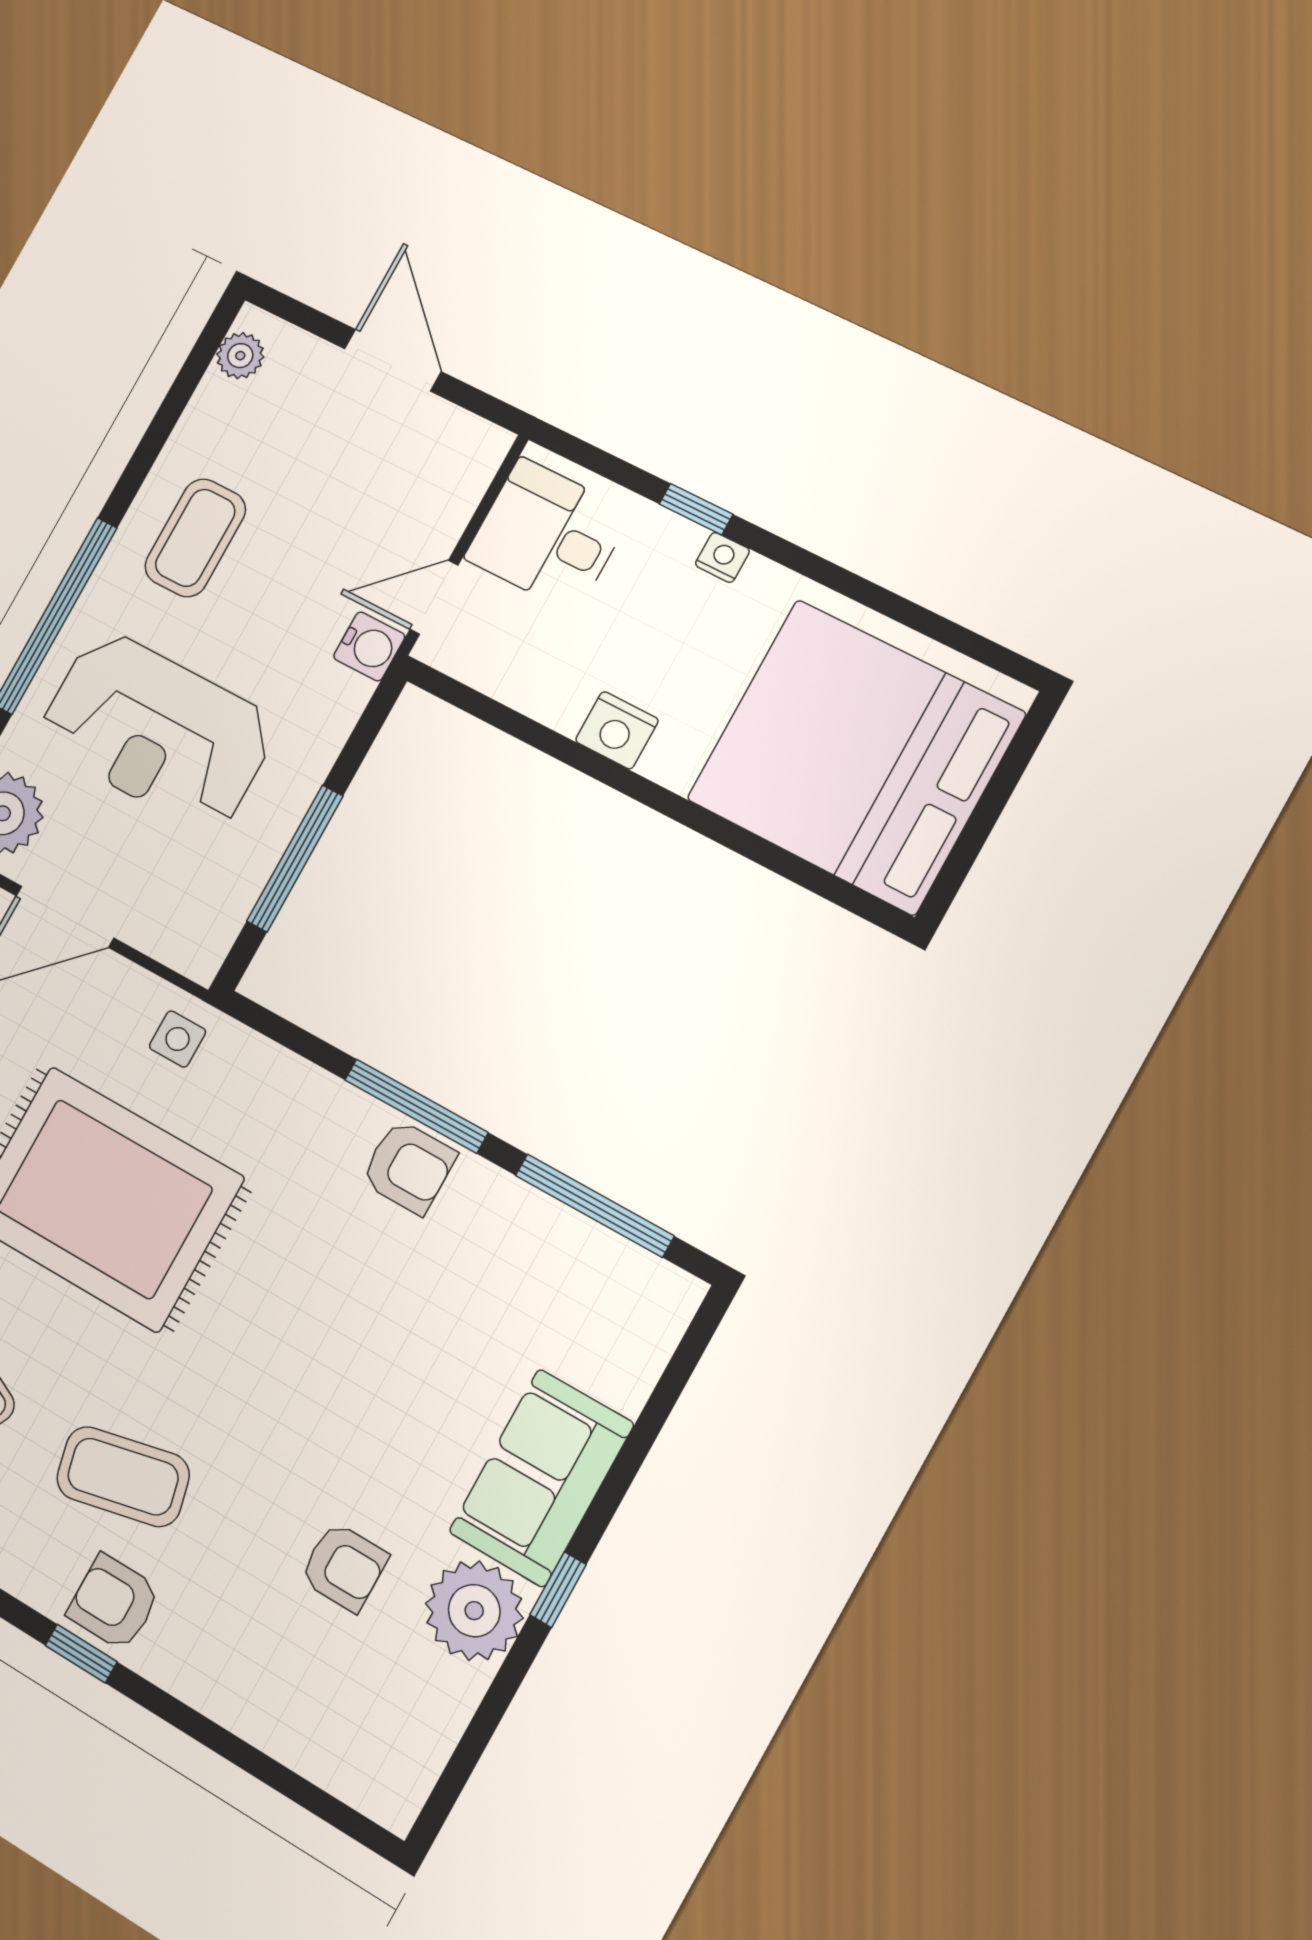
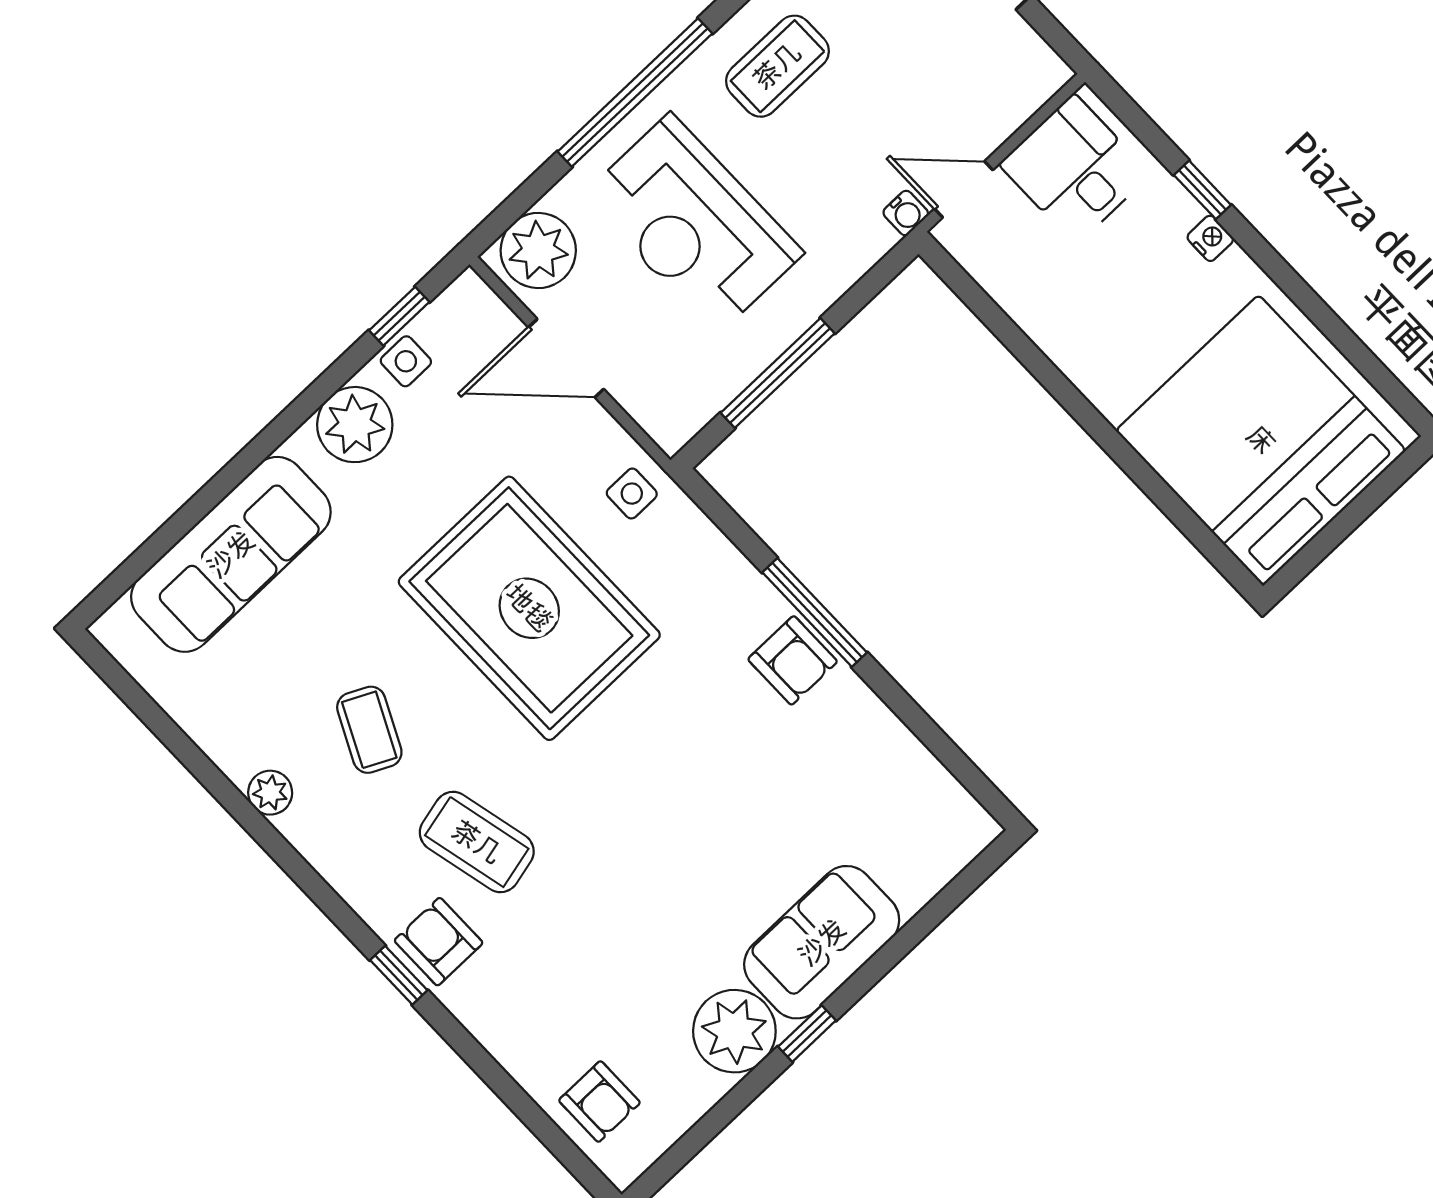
water cooler: (369, 646) -> (906, 213), width x0.72, depth x0.72
nightstand: (617, 730) -> (1078, 354), removed
window: (595, 1206) -> (934, 738), removed
armchair: (344, 1567) -> (599, 1102), moved

